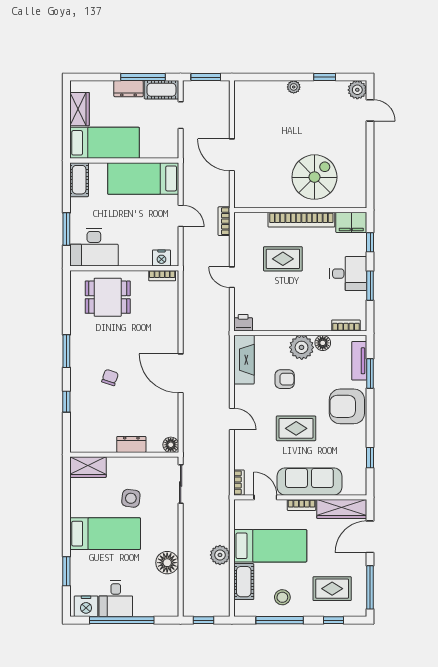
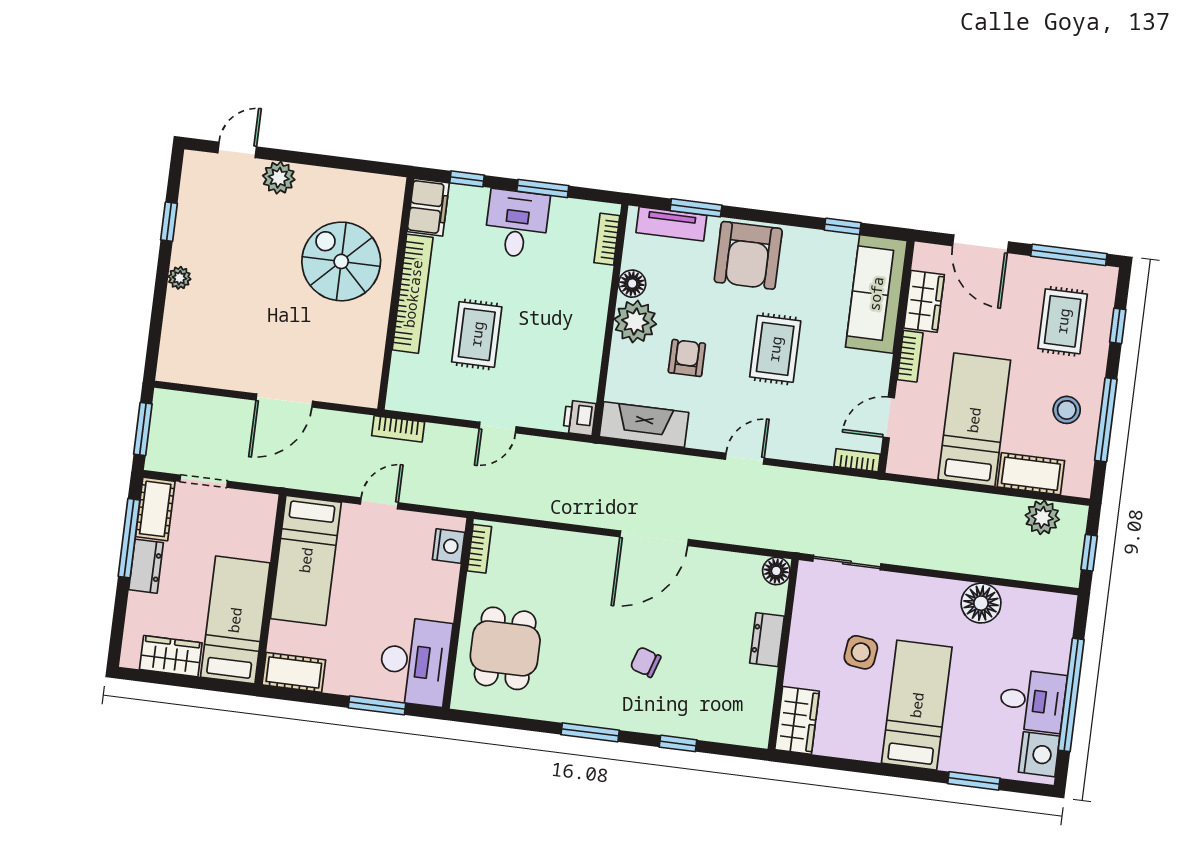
plant: (357, 90) -> (279, 178), moved
sofa: (309, 482) -> (876, 294), moved
wardrobe: (342, 509) -> (924, 301), width x0.67
plant: (220, 555) -> (1042, 517), moved

